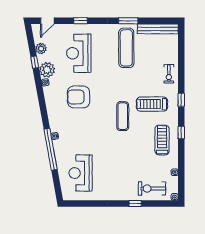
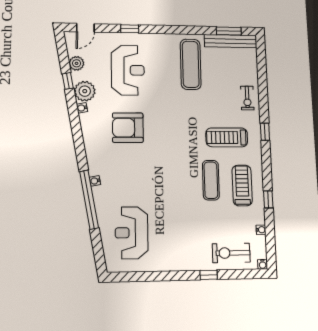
window: (128, 21) -> (229, 31), moved
reception desk: (79, 53) -> (128, 70), turned 180
exercise mat: (123, 116) -> (211, 180), moved
window: (181, 133) -> (268, 199), moved

